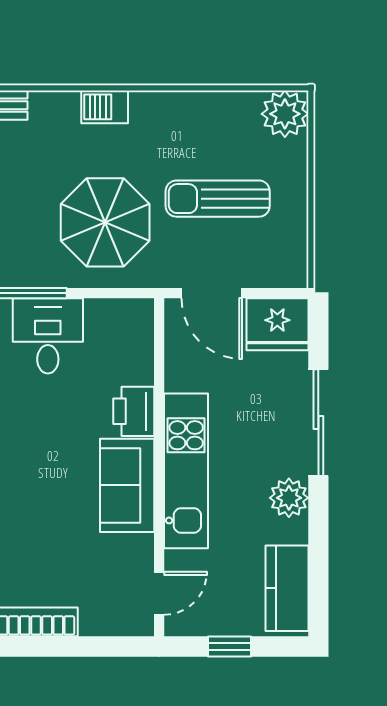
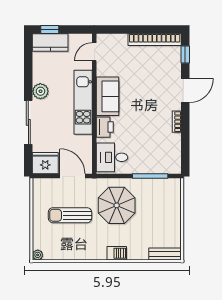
plant: (285, 114) -> (38, 255), width x0.53, depth x0.53
sun lounger: (218, 199) -> (70, 215), turned 180
desk: (48, 336) -> (112, 157), moved, turned 90
kitchen counter: (287, 588) -> (50, 43), moved, turned 90
window: (229, 647) -> (50, 30), moved

